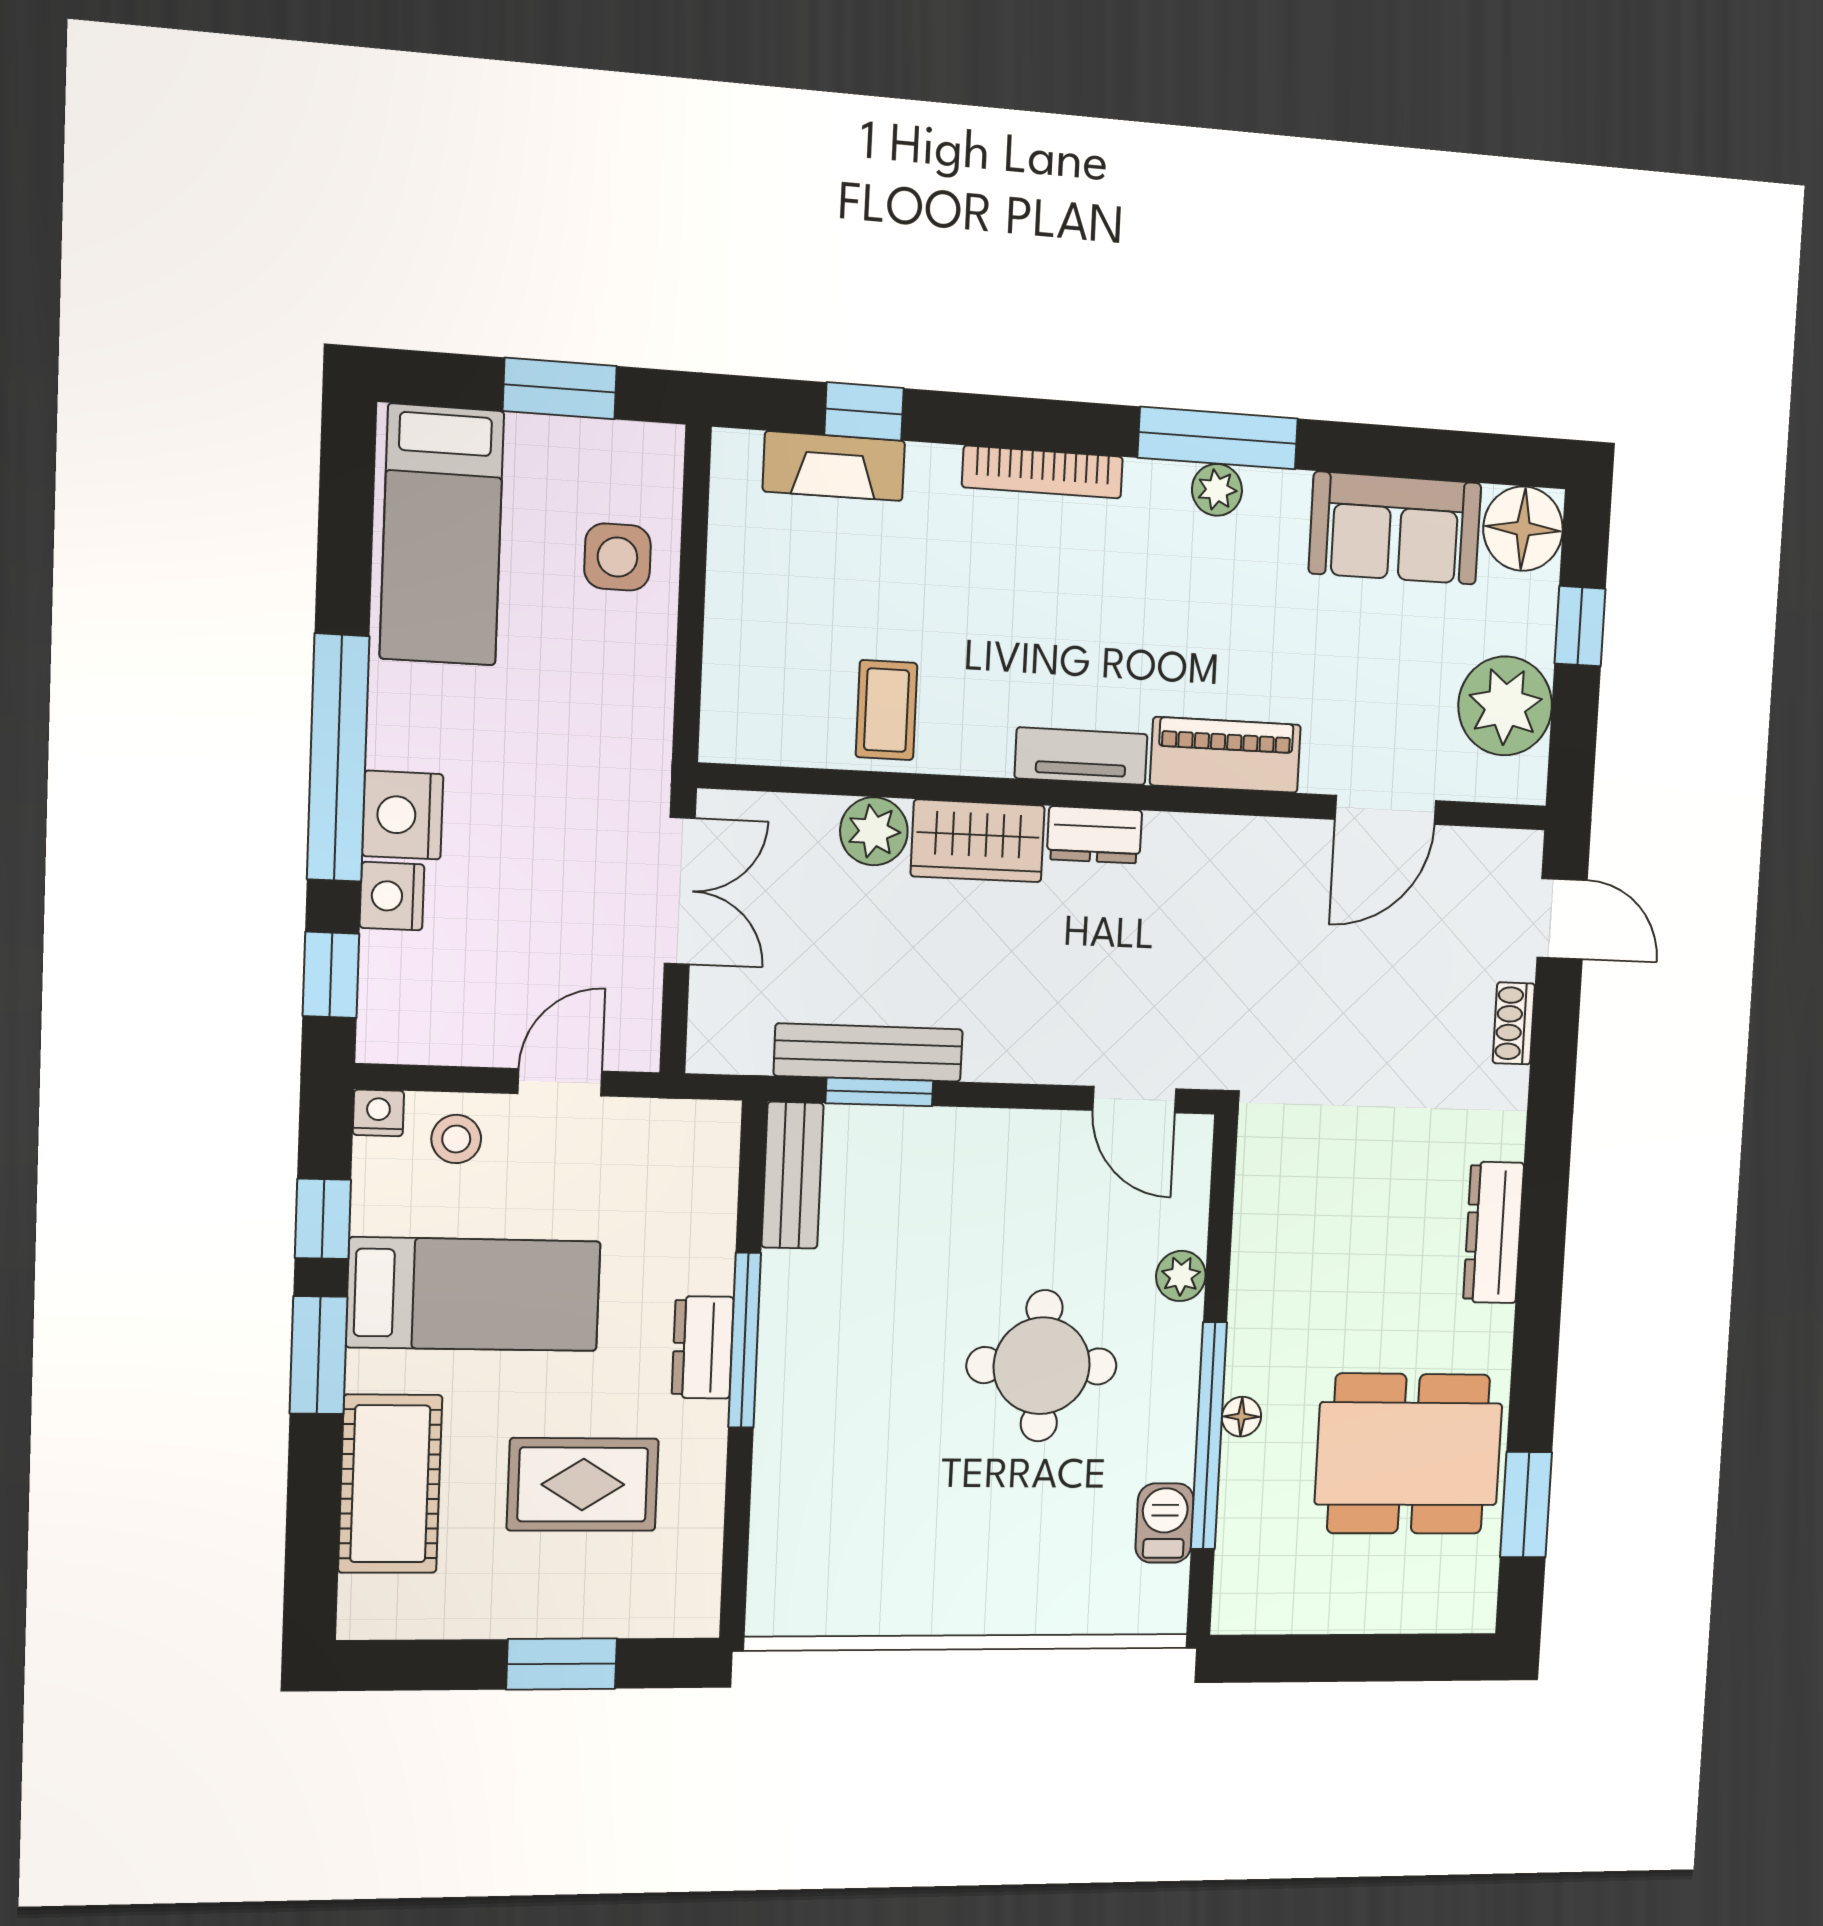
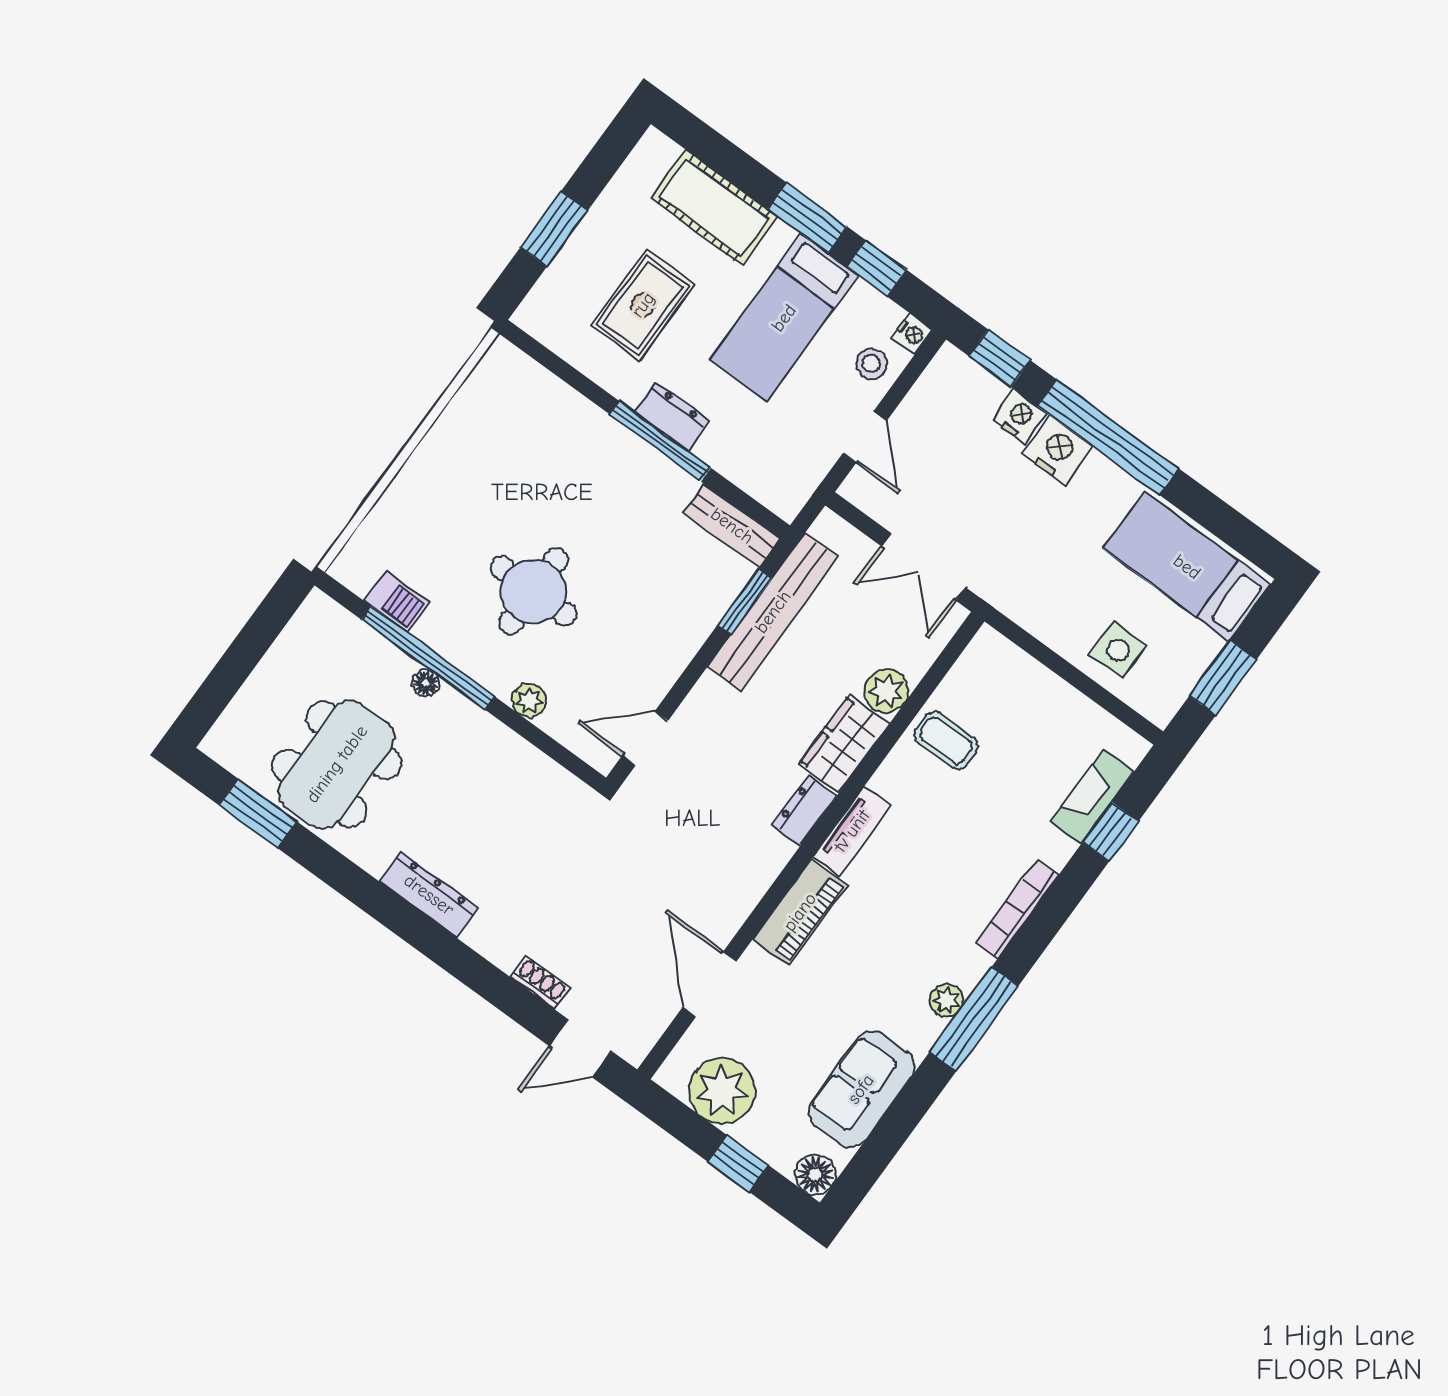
floor lamp: (1523, 529) -> (815, 1174), width x0.73, depth x0.73
bench: (868, 1052) -> (773, 612), width x1.37, depth x1.21

